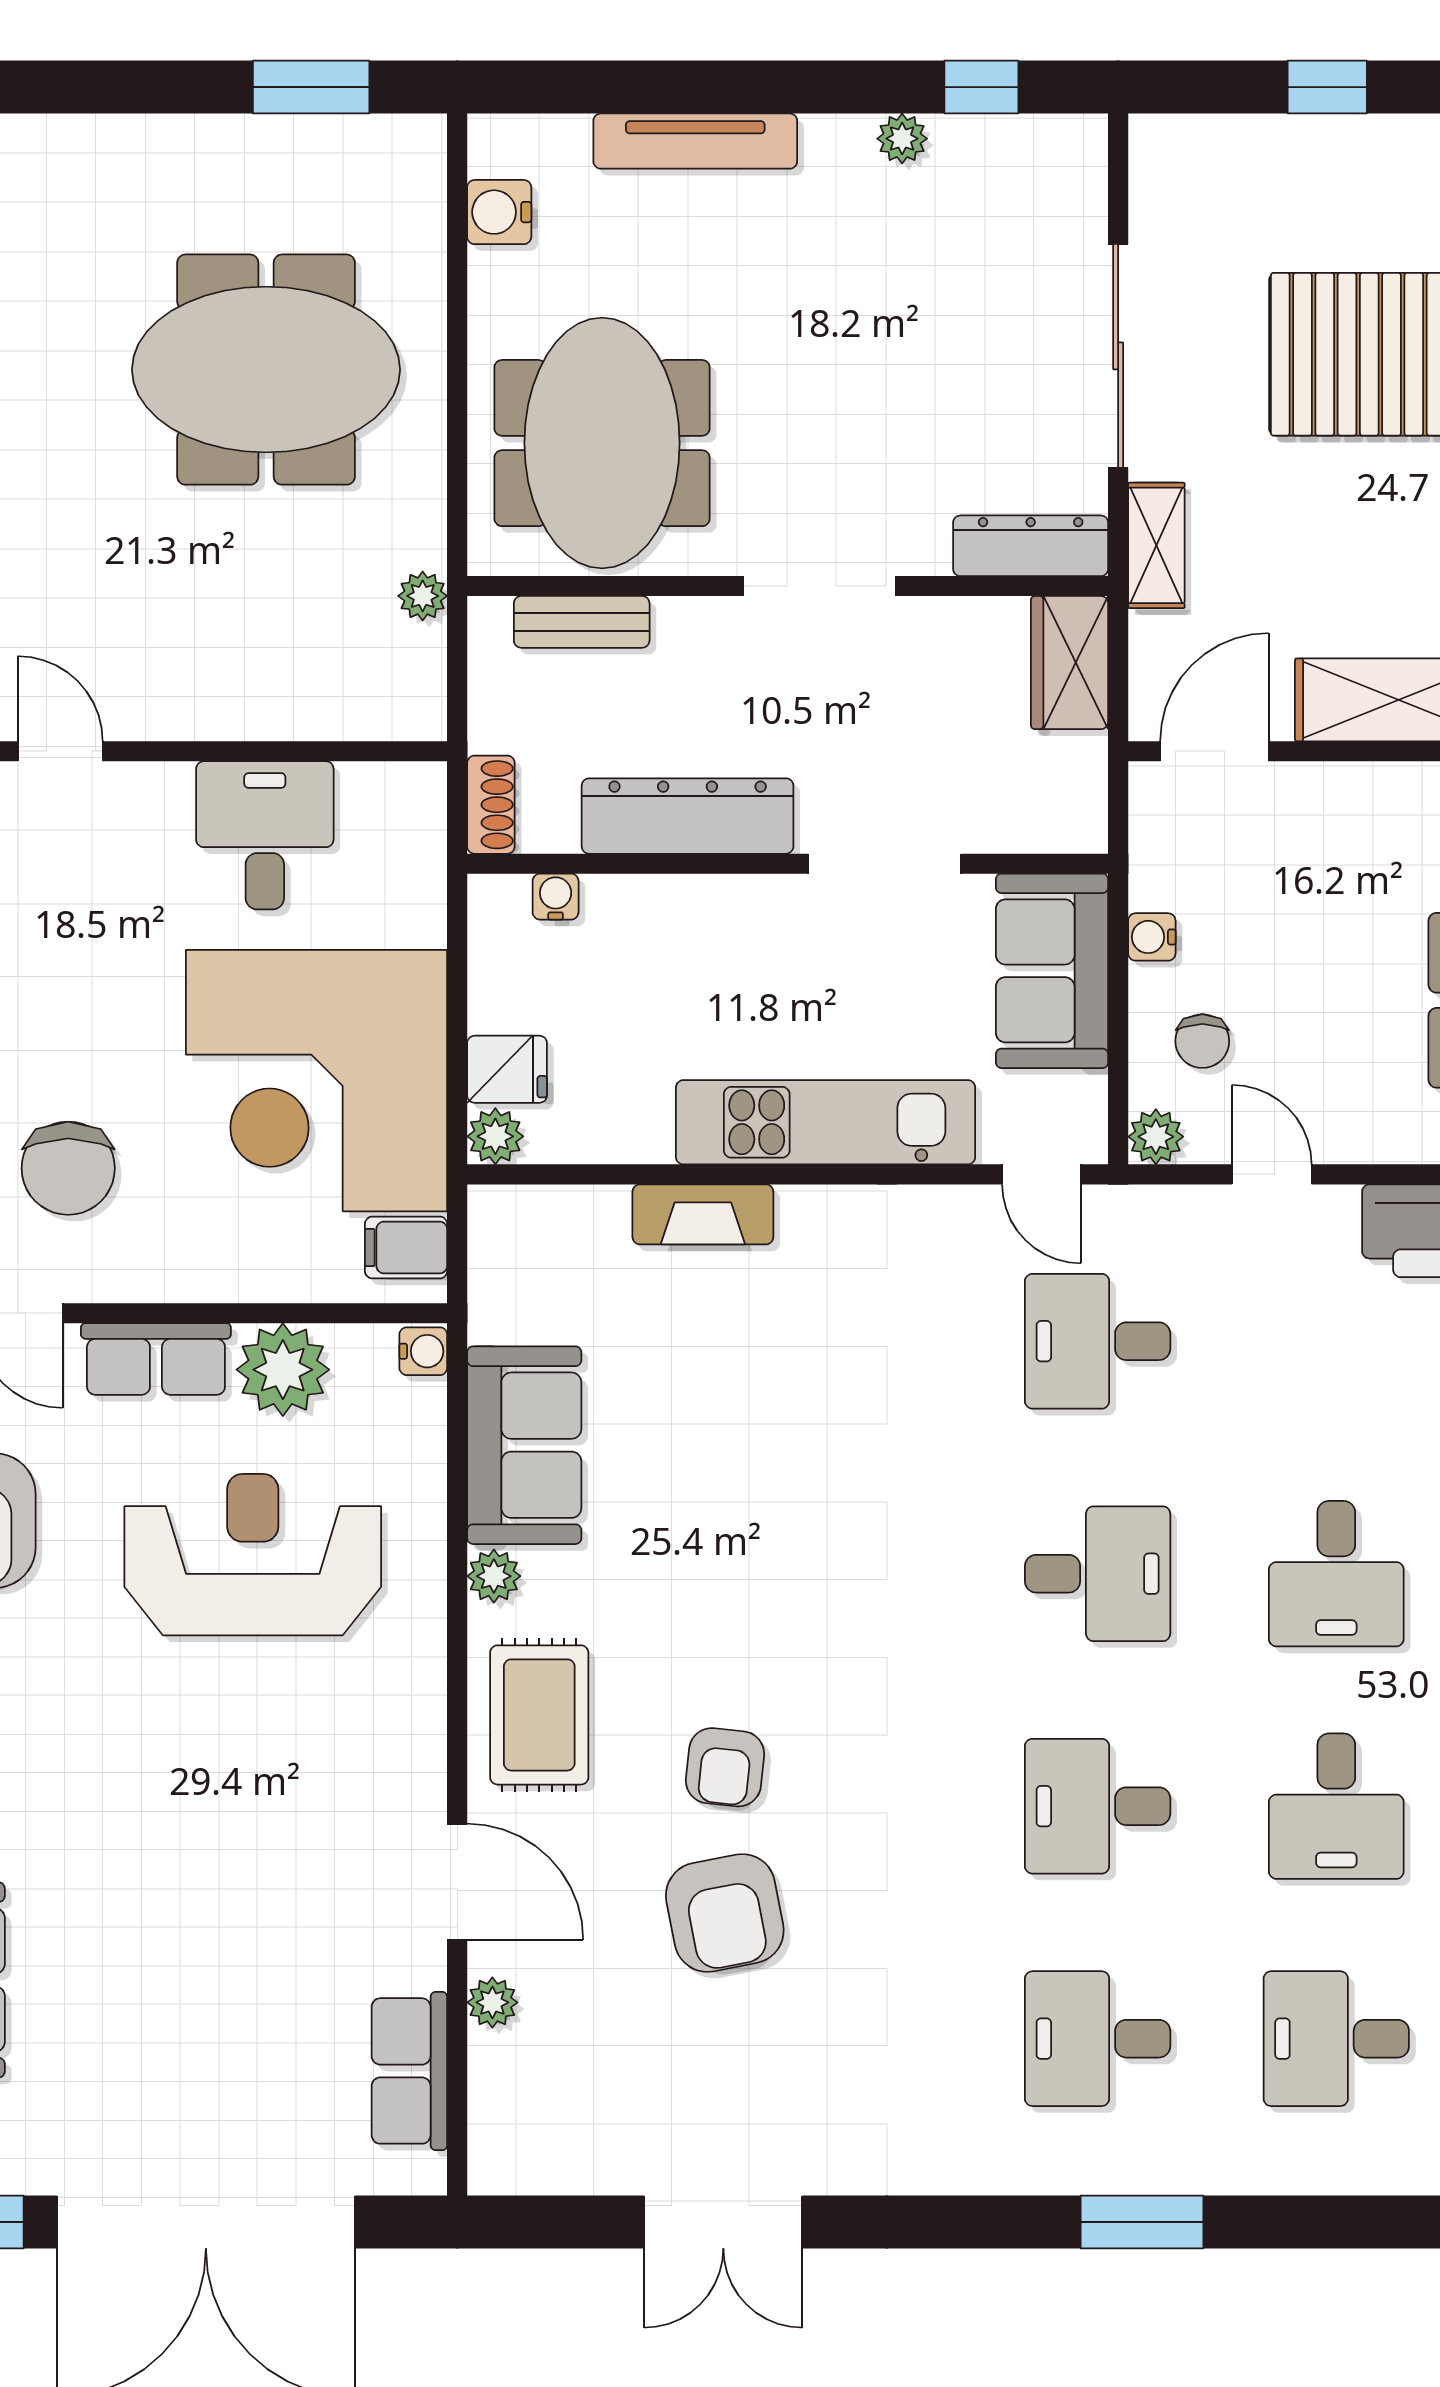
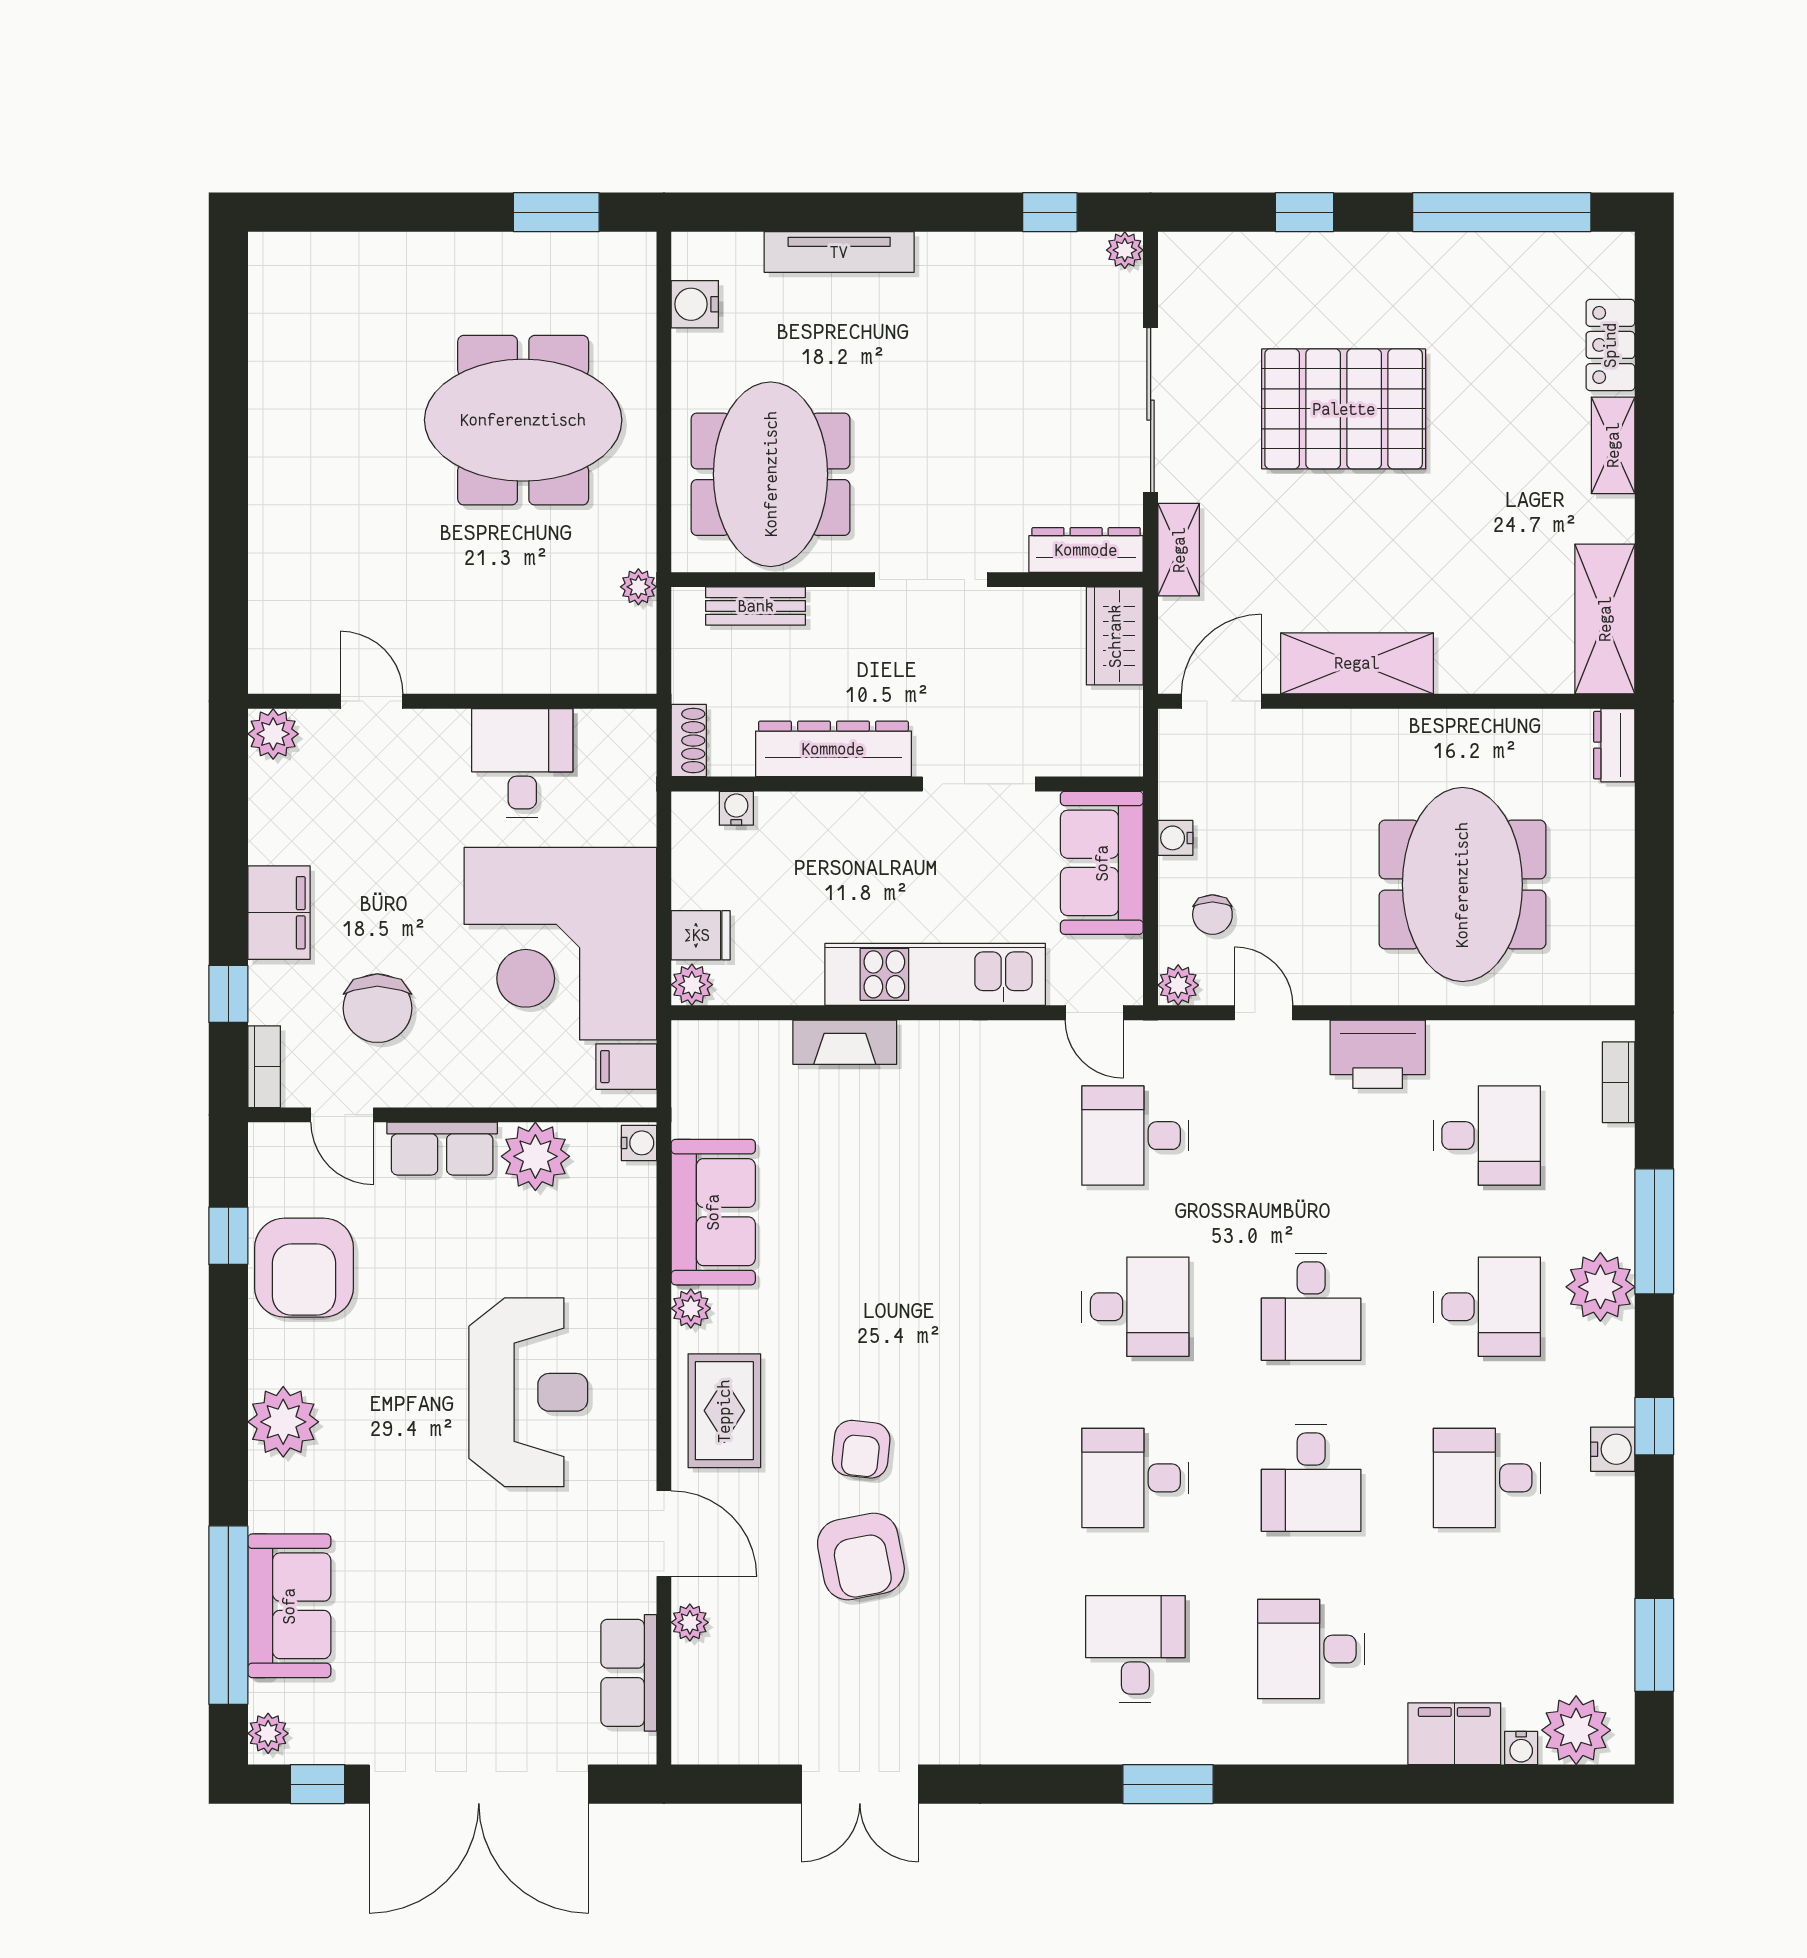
plant: (902, 139) -> (1125, 250), moved
reception desk: (253, 1555) -> (528, 1392), moved, turned 90
desk: (1098, 2039) -> (1135, 1649), turned 90

